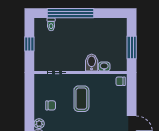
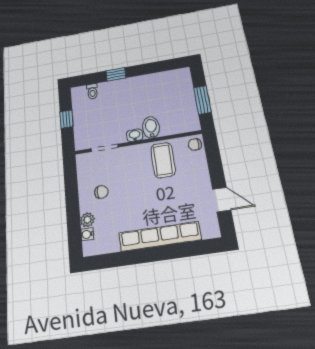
window: (71, 13) -> (116, 74), width x0.32
washbasin: (104, 67) -> (135, 135), moved
coffee table: (81, 99) -> (163, 160), moved

